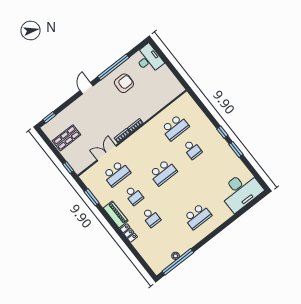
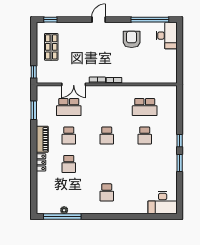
window: (113, 67) -> (150, 20), moved
armchair: (124, 83) -> (132, 39), turned -90
shop shelf: (67, 138) -> (51, 47), turned 90
double door: (107, 153) -> (74, 84), swing flipped
school desk: (163, 172) -> (107, 136), width x0.54
desk: (241, 191) -> (163, 203), width x0.73, depth x0.77
school desk: (198, 216) -> (107, 192), width x0.54

